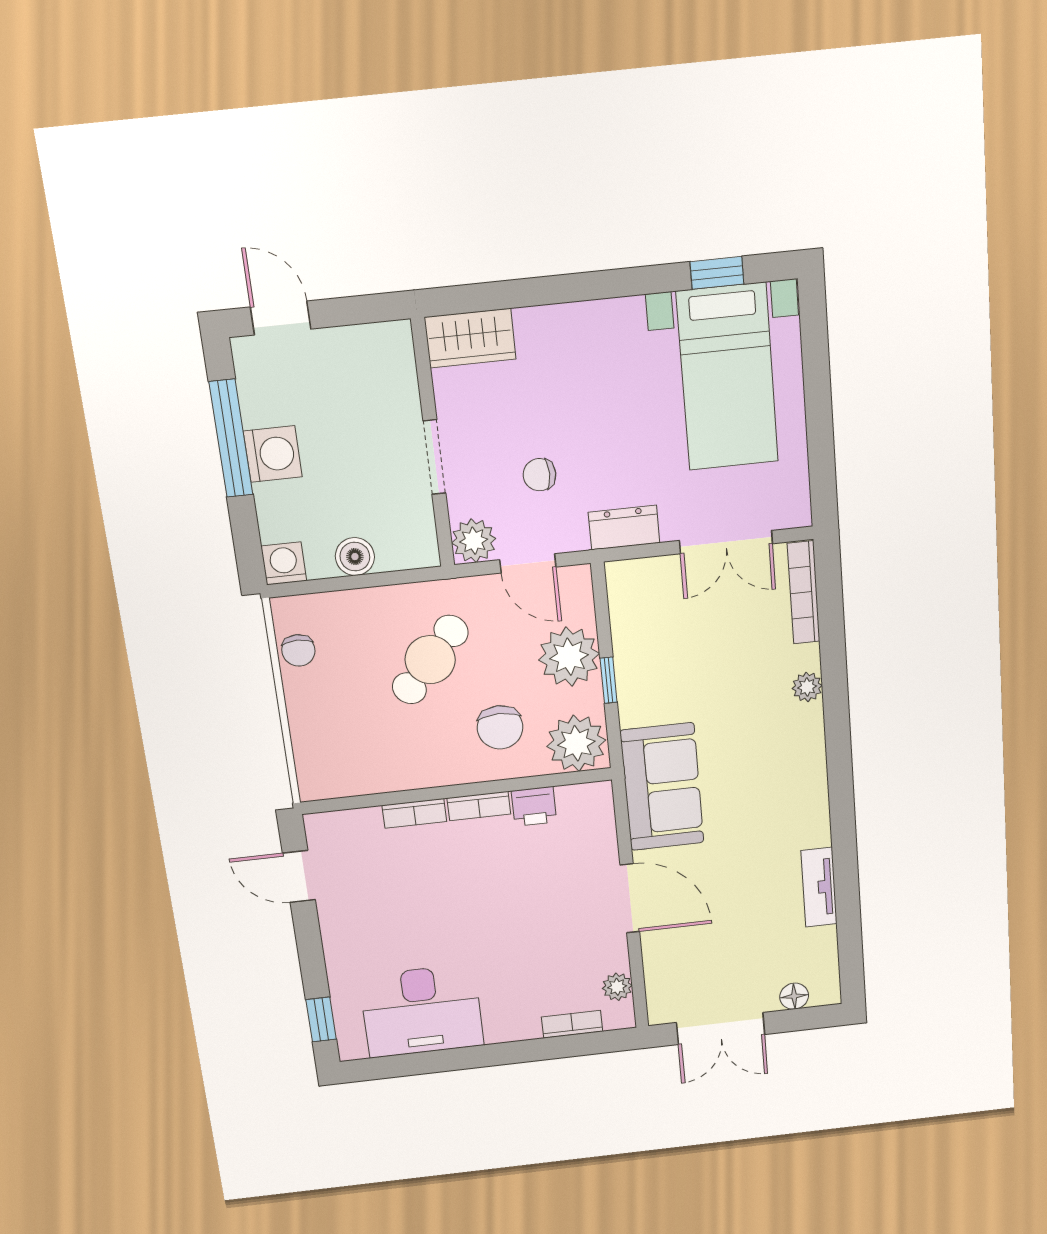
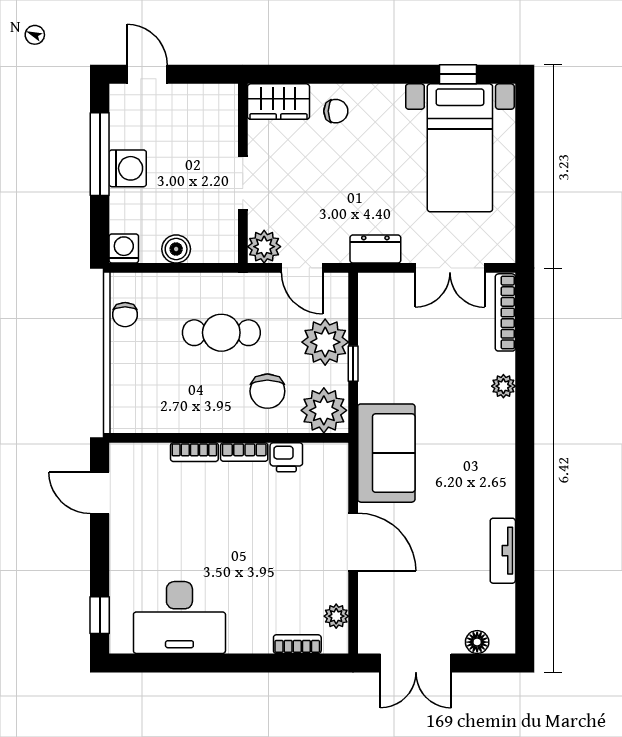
chair: (540, 475) -> (336, 111), moved, turned 180
cafe table: (430, 660) -> (221, 333), turned 48

